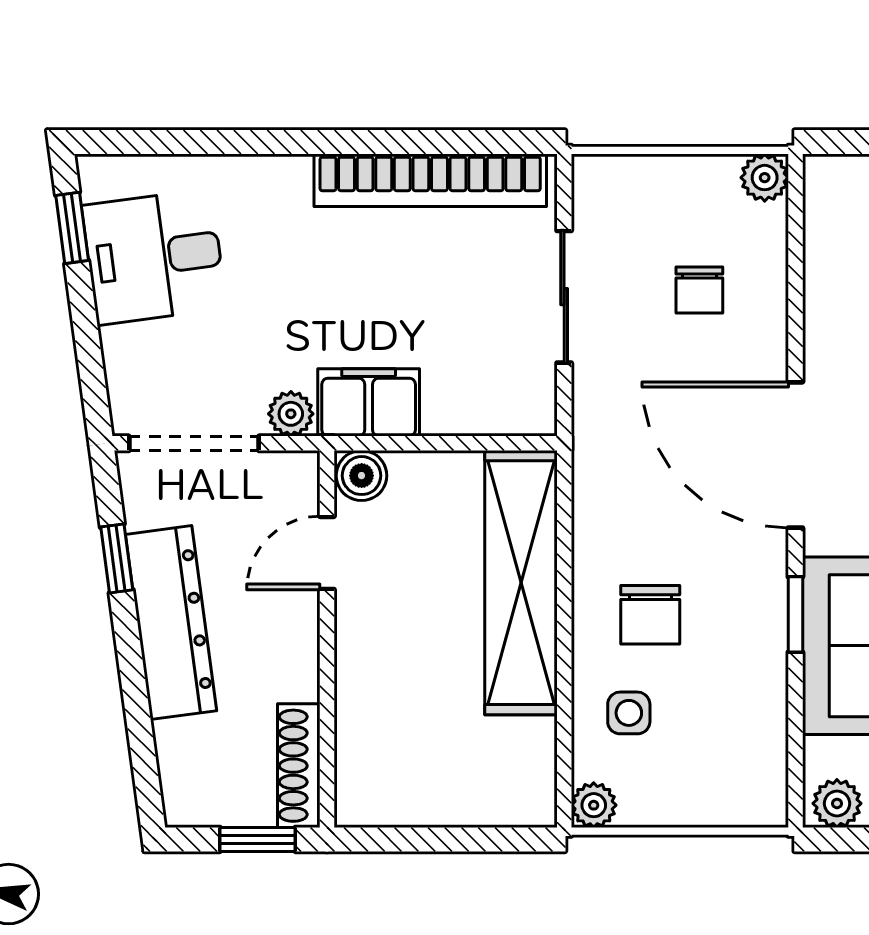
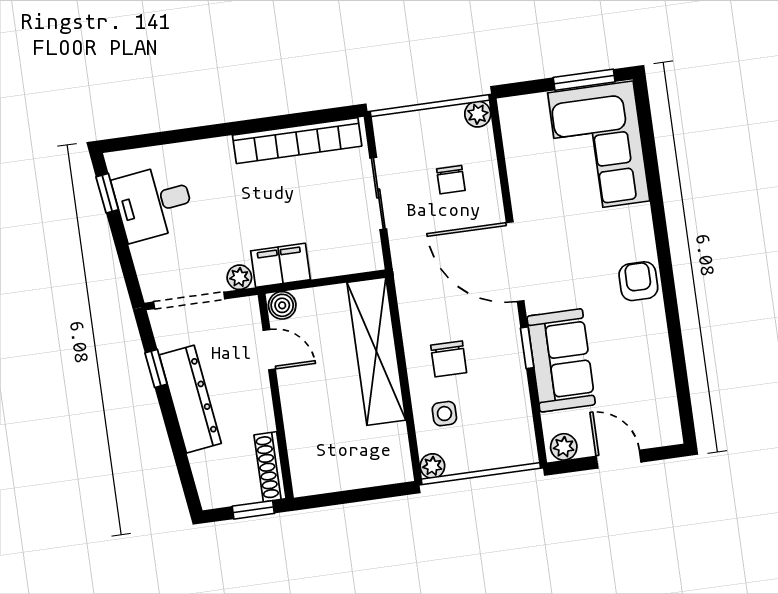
door: (327, 553) -> (269, 350), swing flipped

